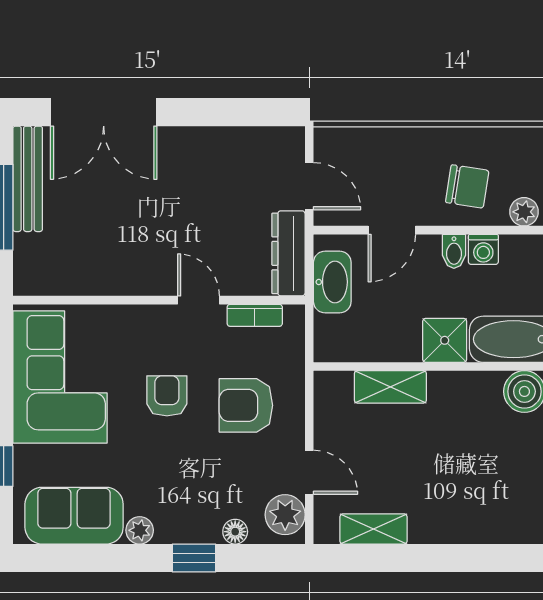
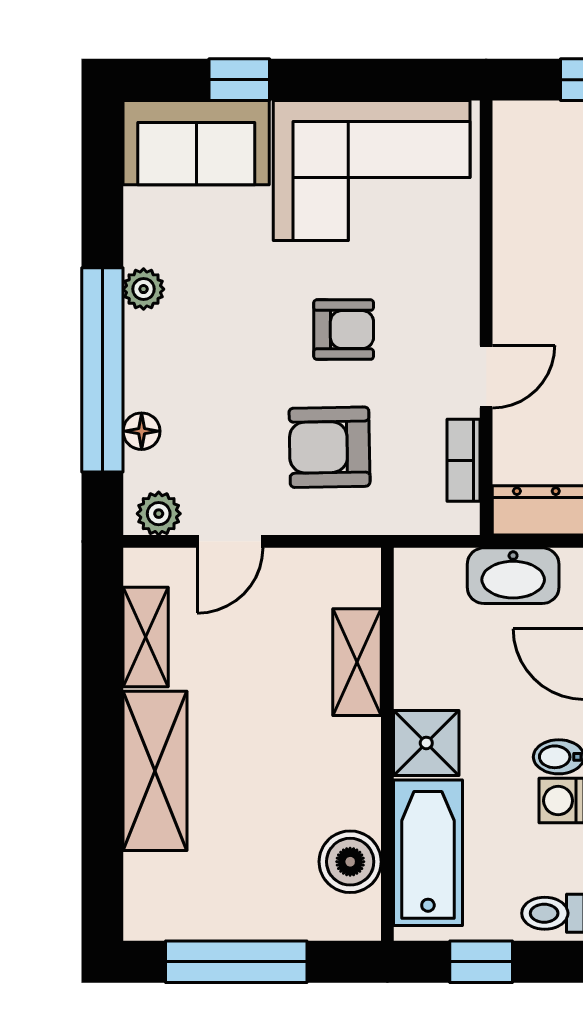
armchair: (246, 405) -> (330, 447), turned -91
plant: (285, 515) -> (159, 514), width x0.73, depth x0.73
sofa: (74, 516) -> (196, 143), moved, turned 90
shelving: (463, 523) -> (155, 771), added
window: (194, 558) -> (102, 370), width x3.17

